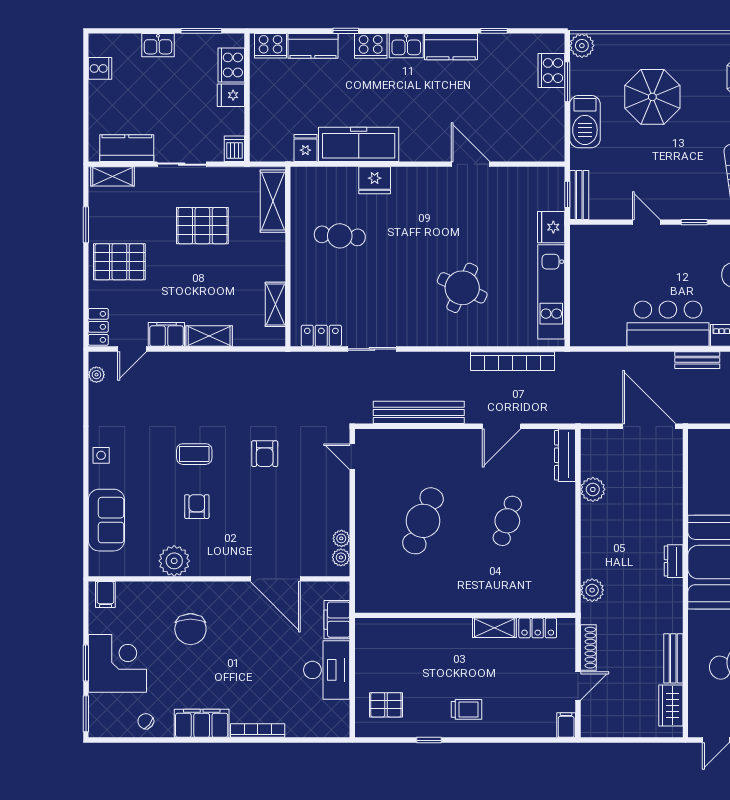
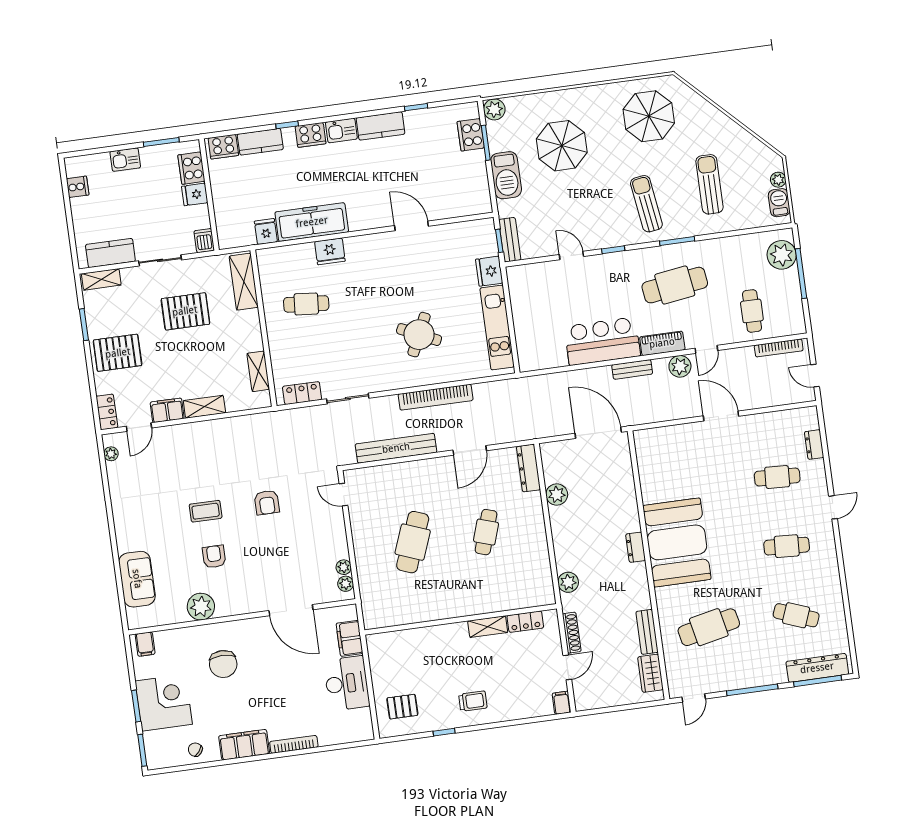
bookcase: (512, 361) -> (436, 397), moved
side table: (101, 455) -> (125, 523), removed

